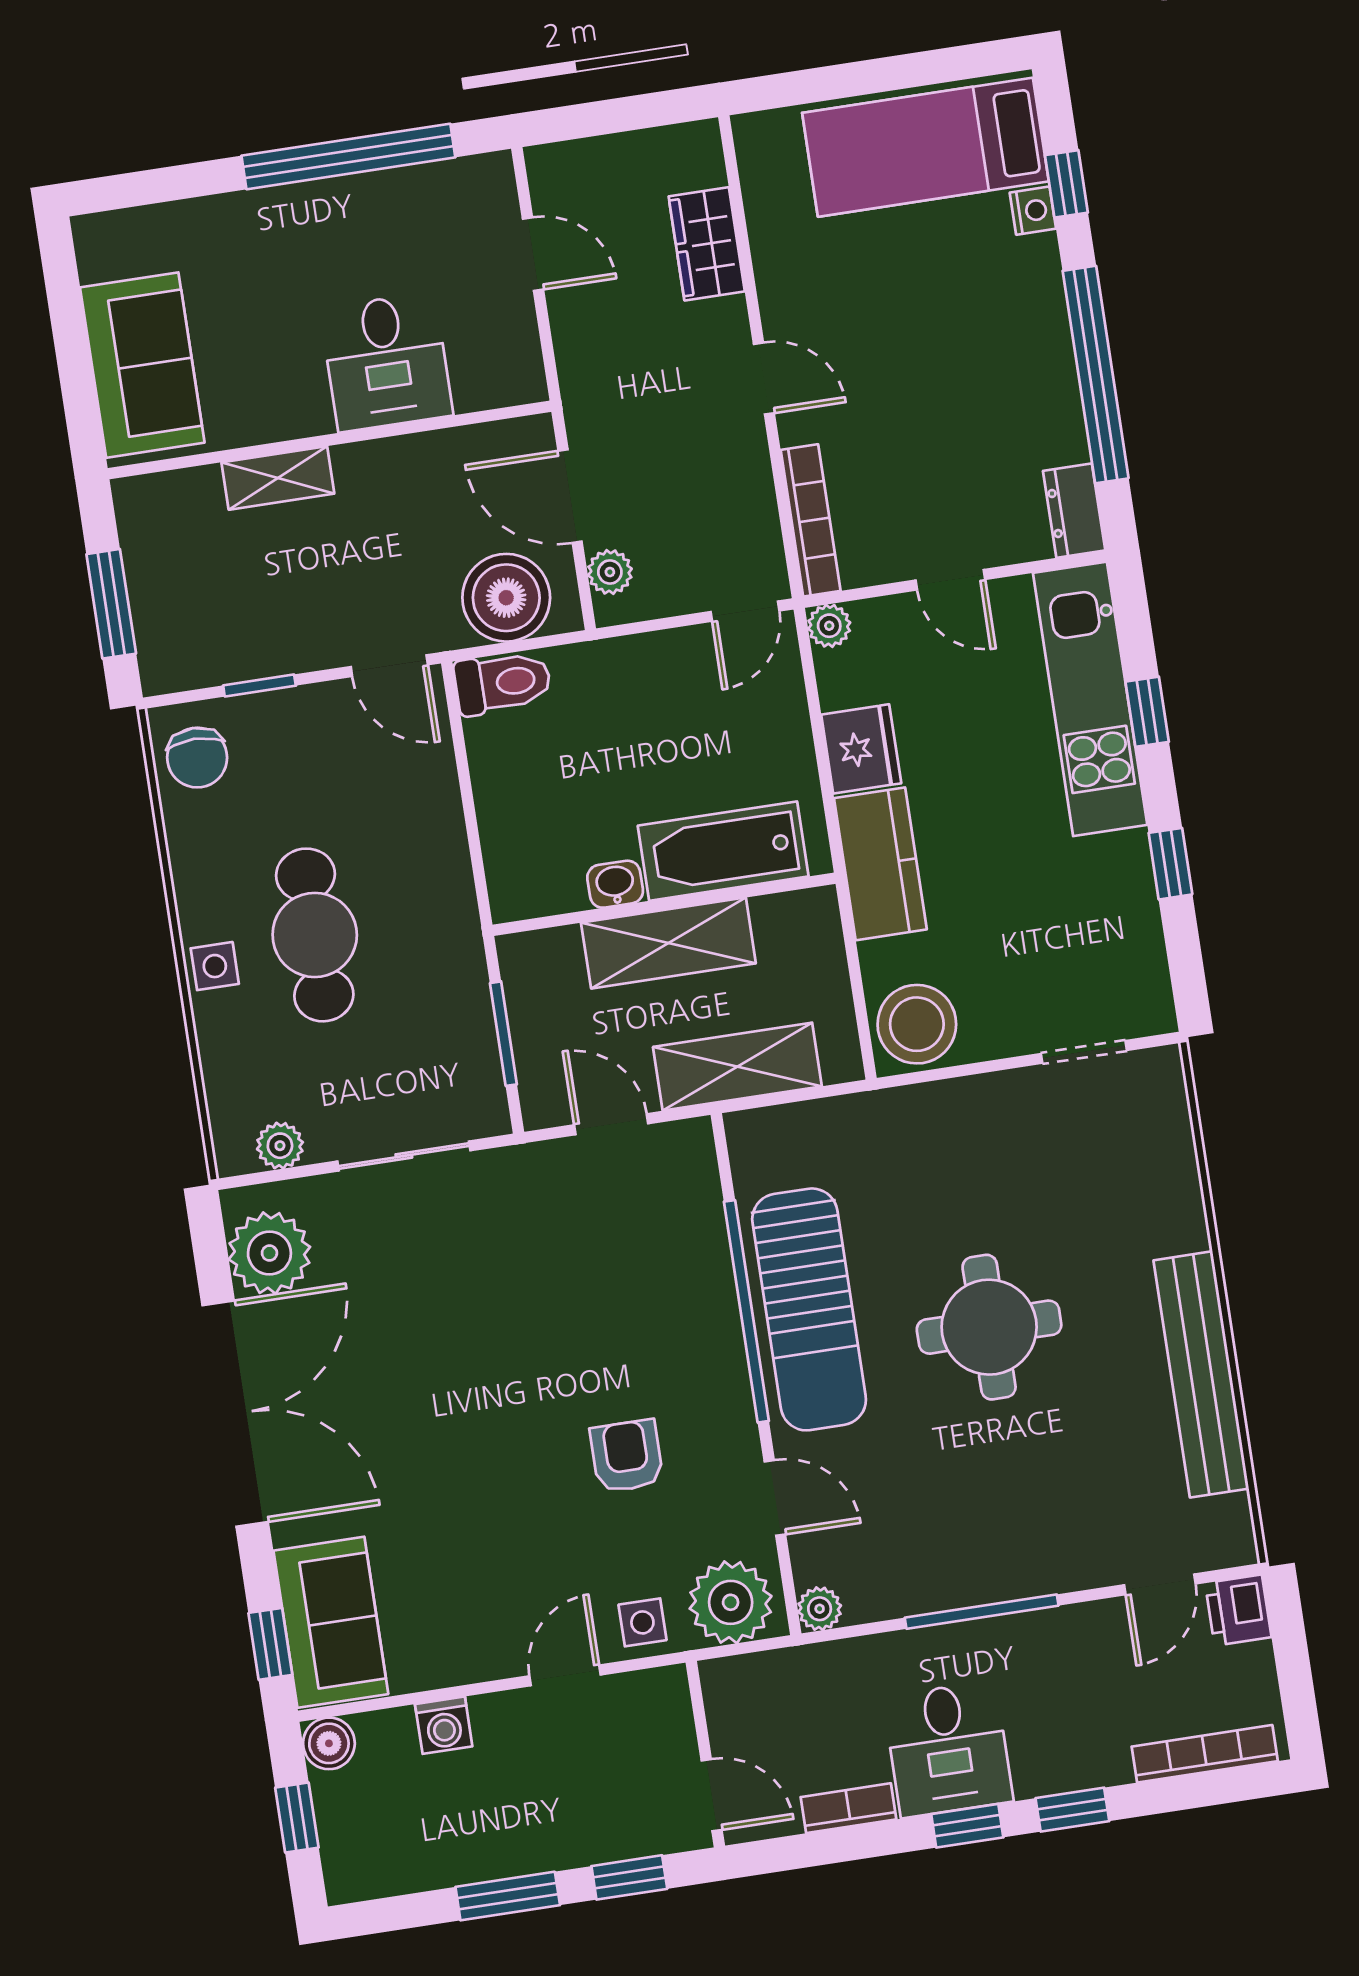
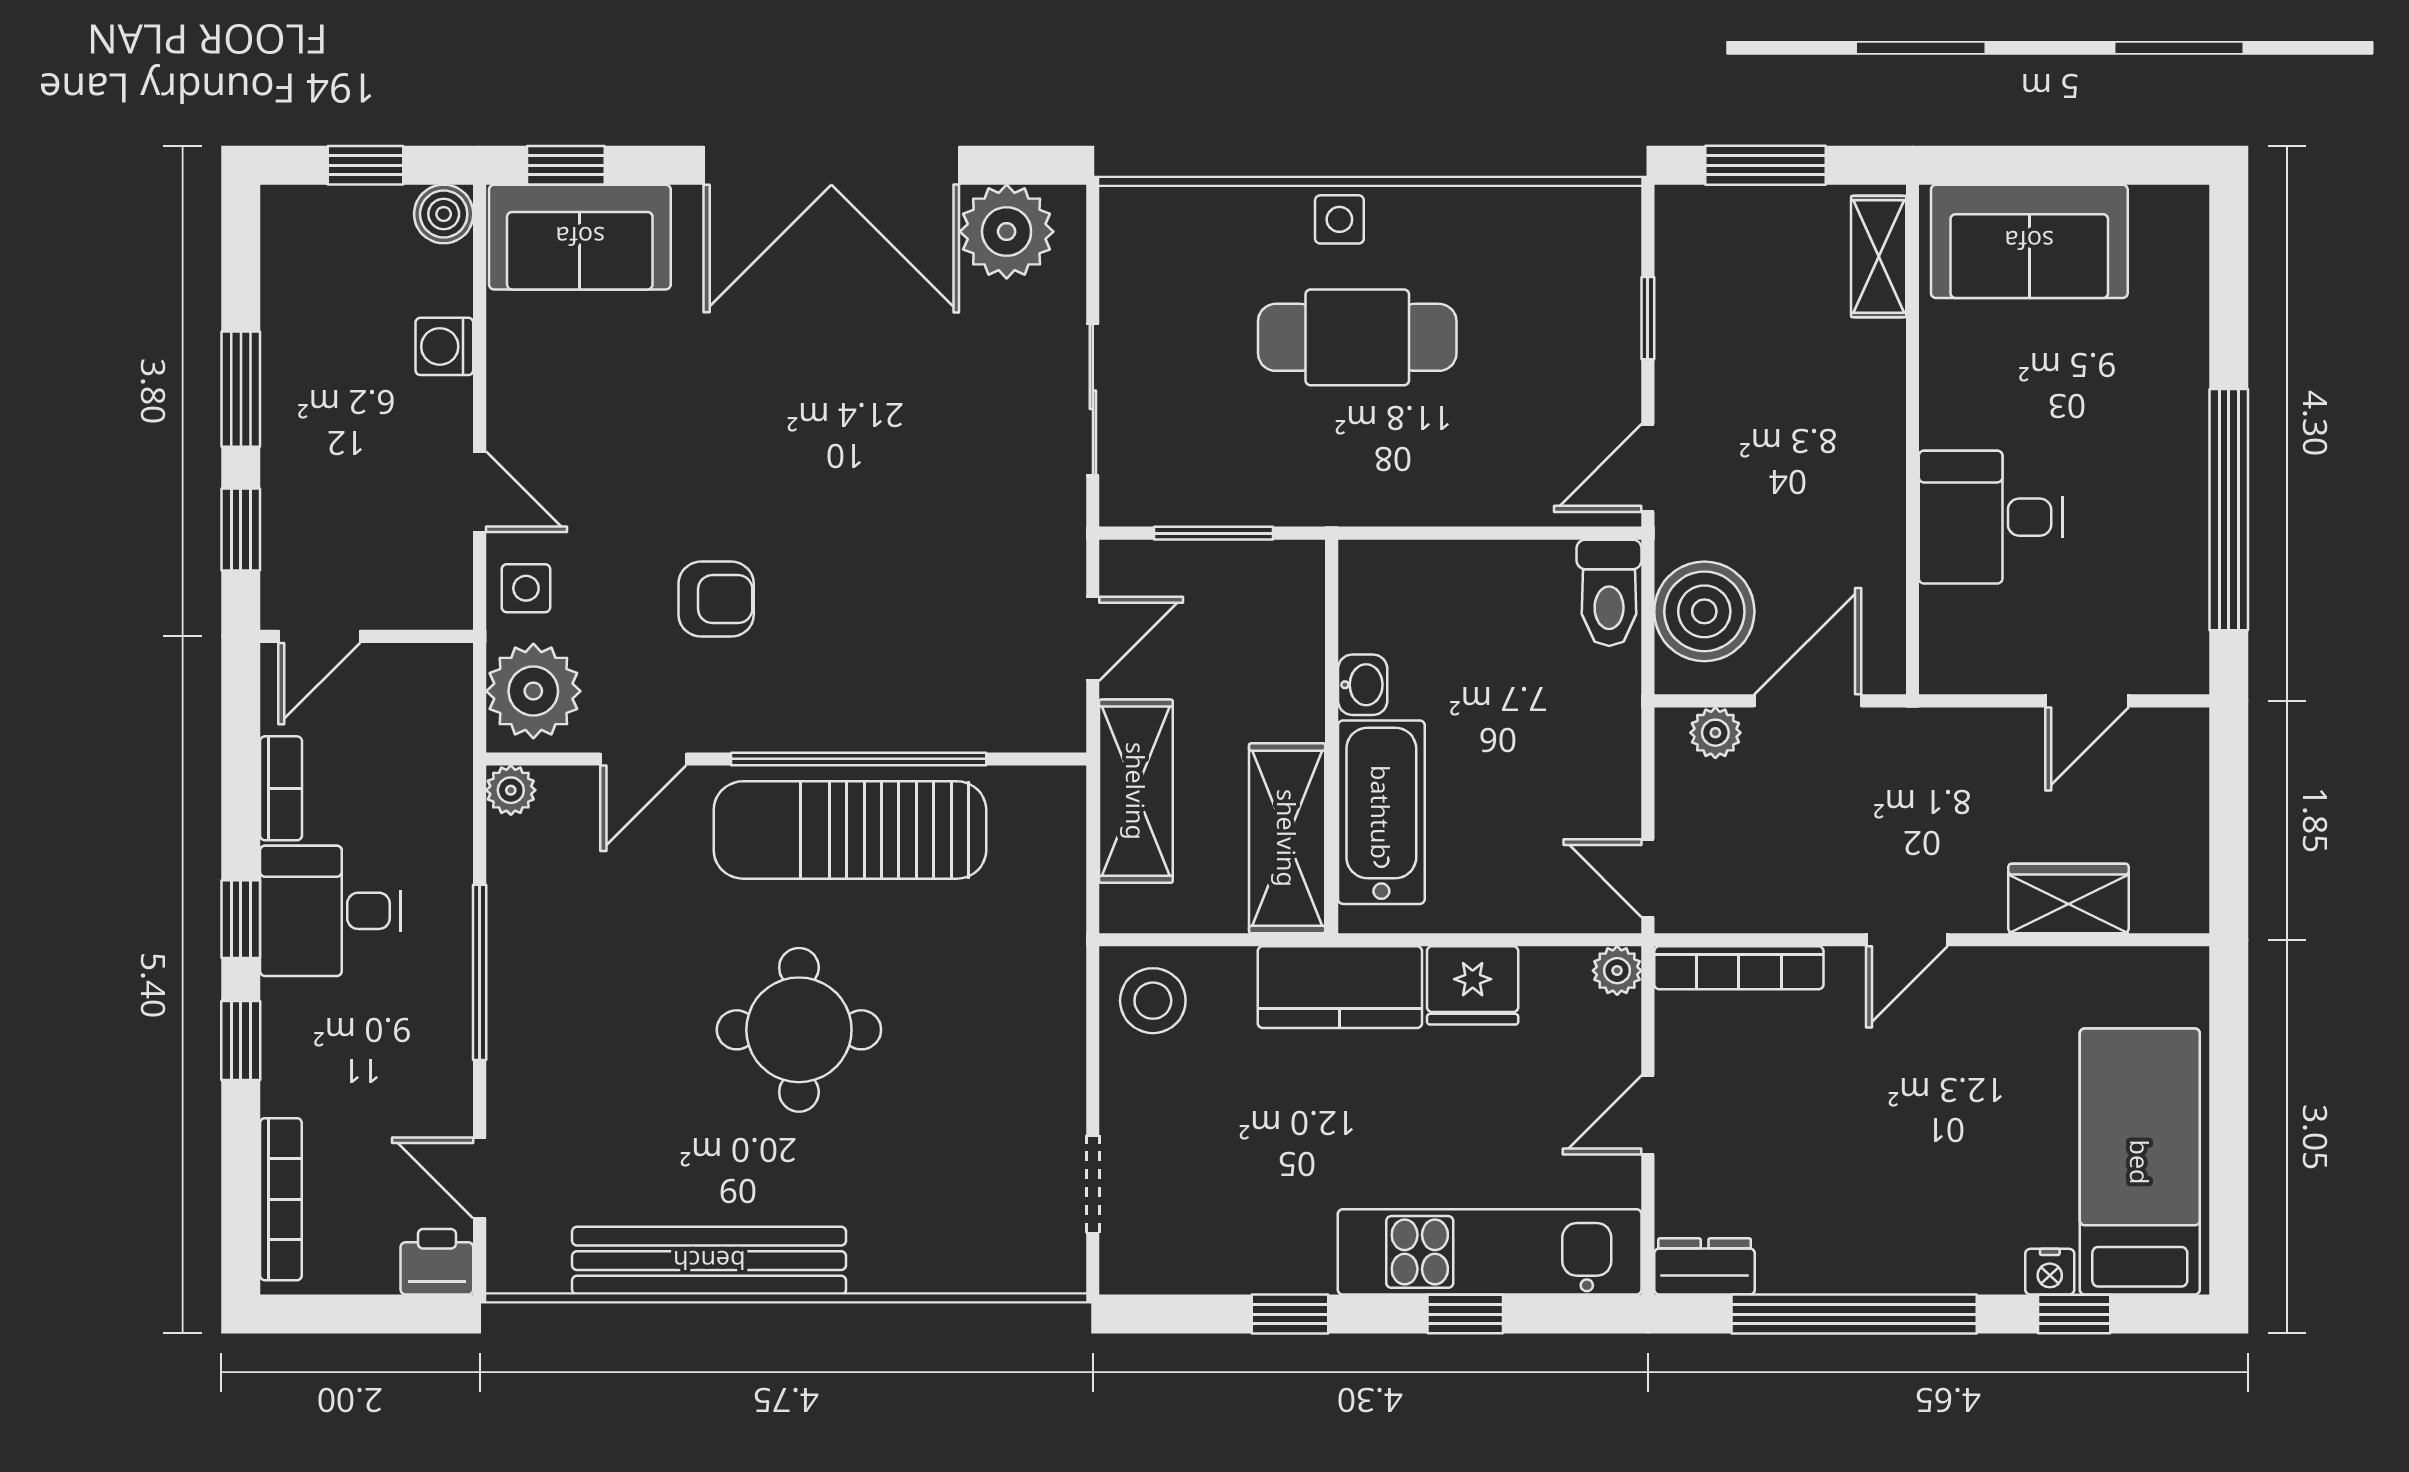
shelving: (278, 478) -> (1879, 257), moved
chair: (197, 758) -> (1577, 235), removed
shelving: (668, 943) -> (1287, 838), moved
stool: (917, 1024) -> (1153, 1001), width x0.73, depth x0.73
plant: (280, 1146) -> (1126, 262), removed

